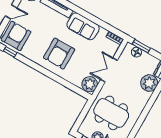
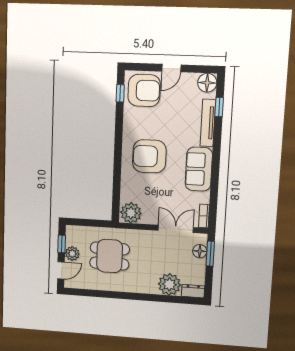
door: (11, 12) -> (171, 68), hinge flipped
double door: (109, 70) -> (176, 229), moved
dining table: (111, 113) -> (110, 256), width x0.73

